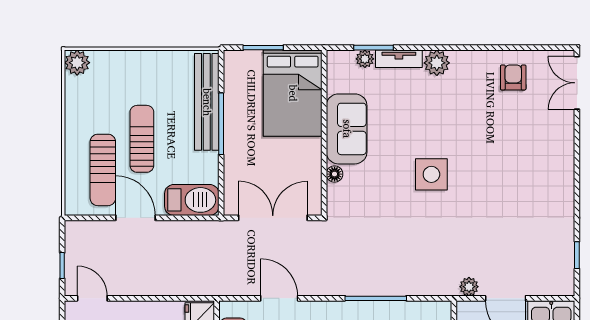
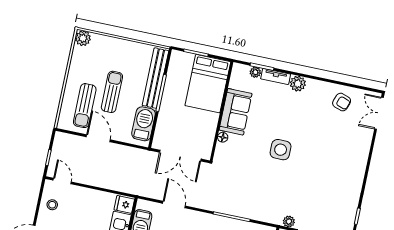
armchair: (513, 77) -> (342, 102), turned 109
barbecue: (192, 200) -> (144, 124), moved, turned -90
double door: (273, 218) -> (180, 156), swing flipped

